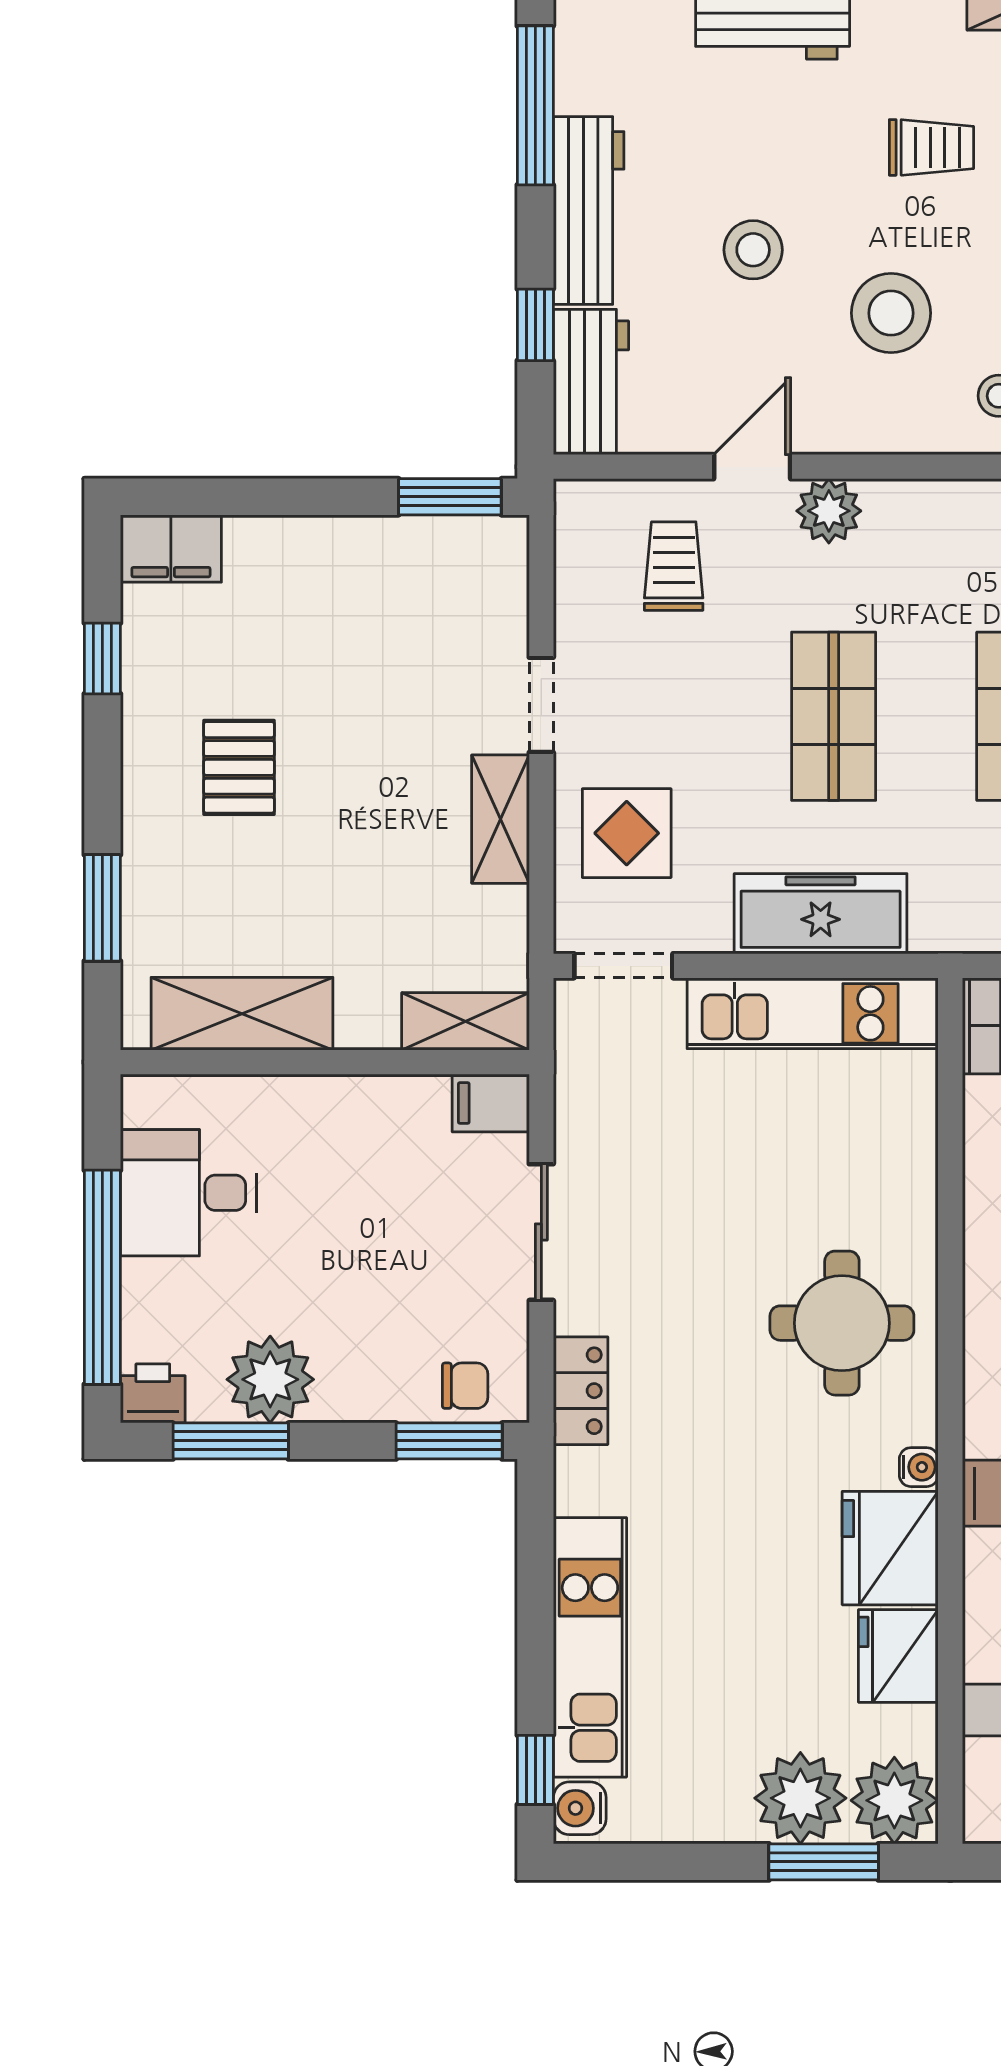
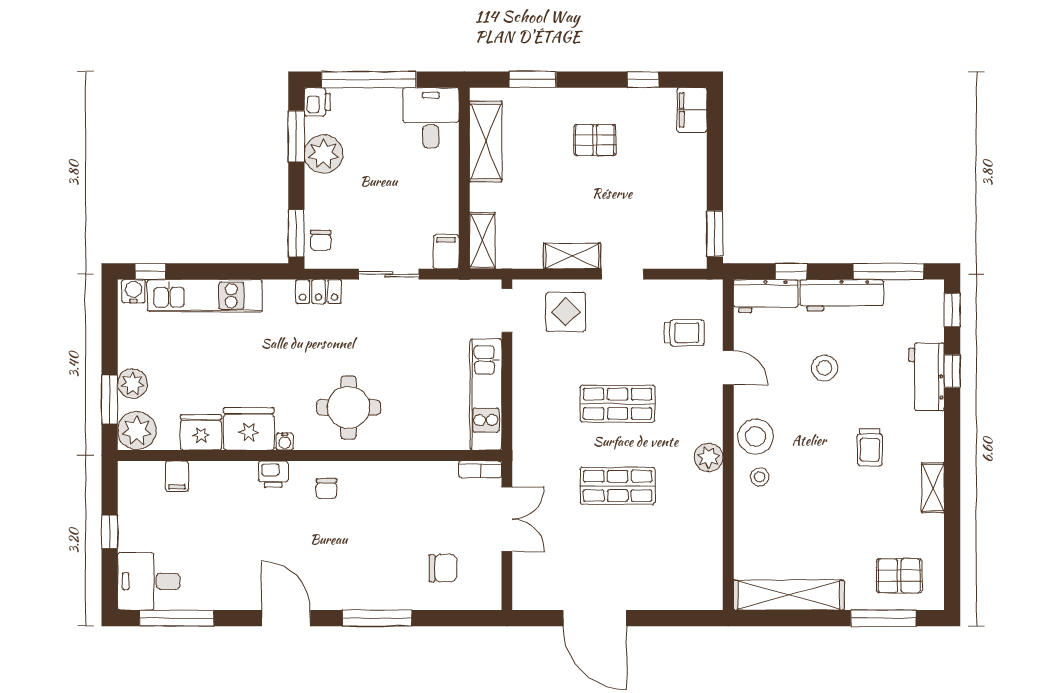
stool: (891, 313) -> (756, 437), moved
plant: (829, 511) -> (709, 457), moved
freezer: (821, 914) -> (530, 398), removed
desk: (188, 1193) -> (431, 118), moved
plant: (800, 1798) -> (132, 384), width x0.73, depth x0.73

